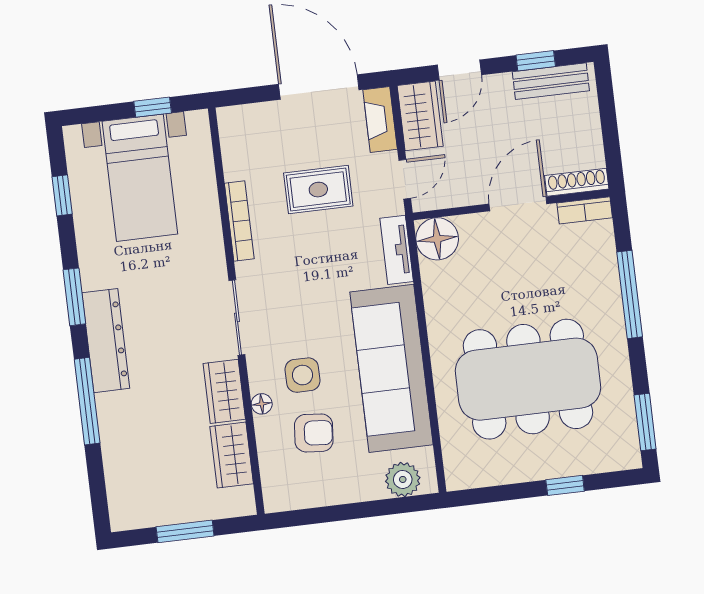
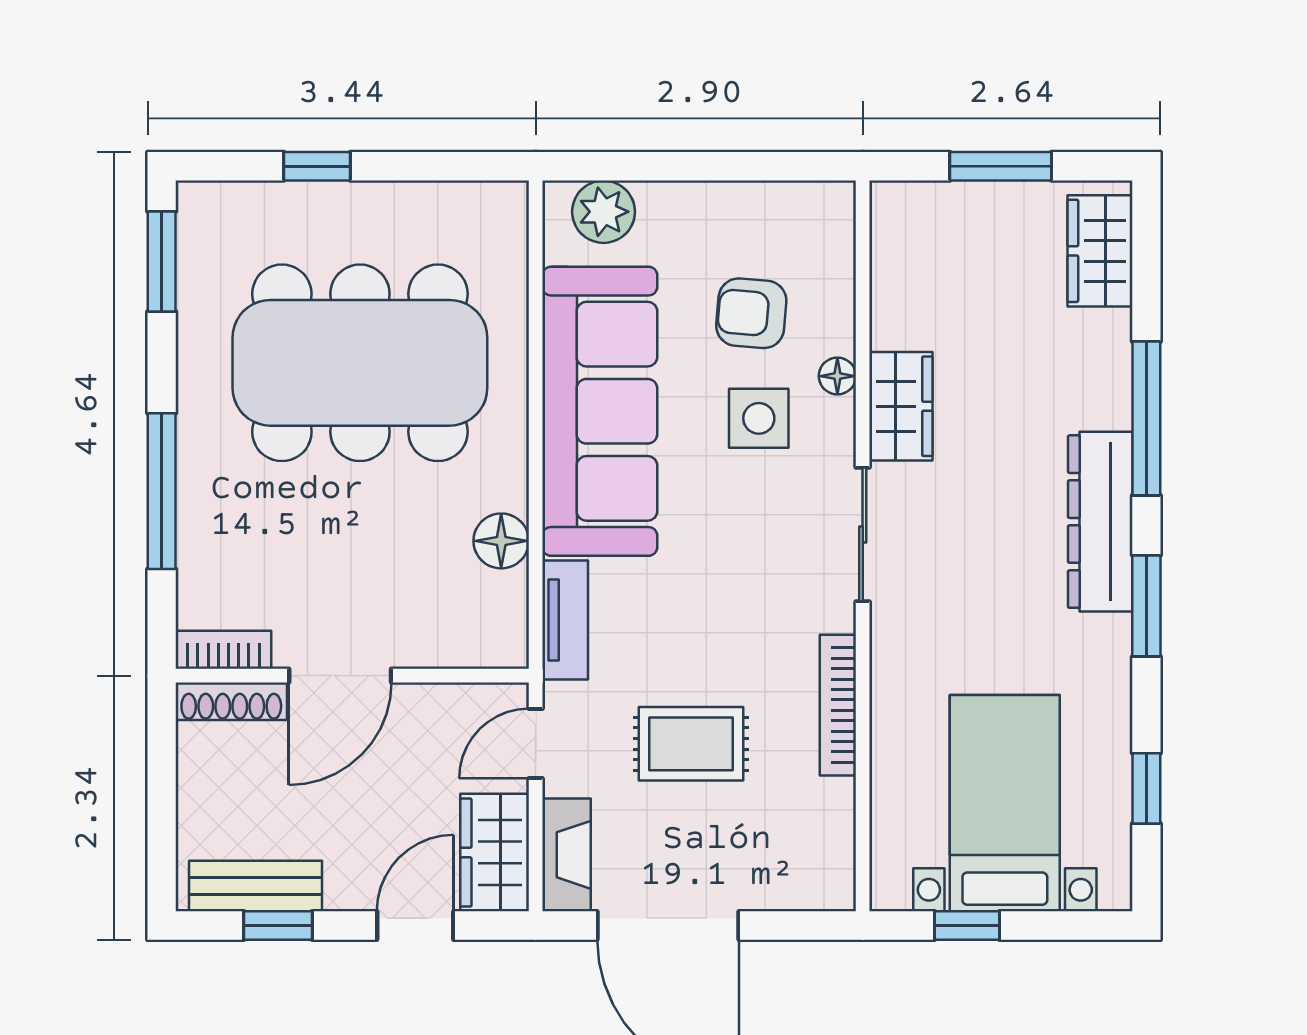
floor lamp: (437, 239) -> (501, 541), moved, width x0.73, depth x0.73
wardrobe: (232, 455) -> (1100, 251), moved, turned 180

